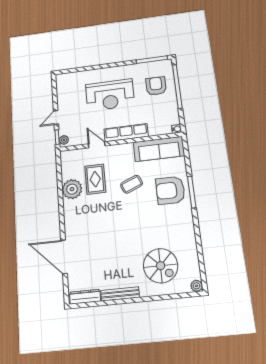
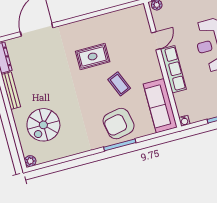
rug: (95, 179) -> (93, 57), moved
plant: (72, 189) -> (105, 24), removed
armchair: (170, 190) -> (119, 124), turned -101

